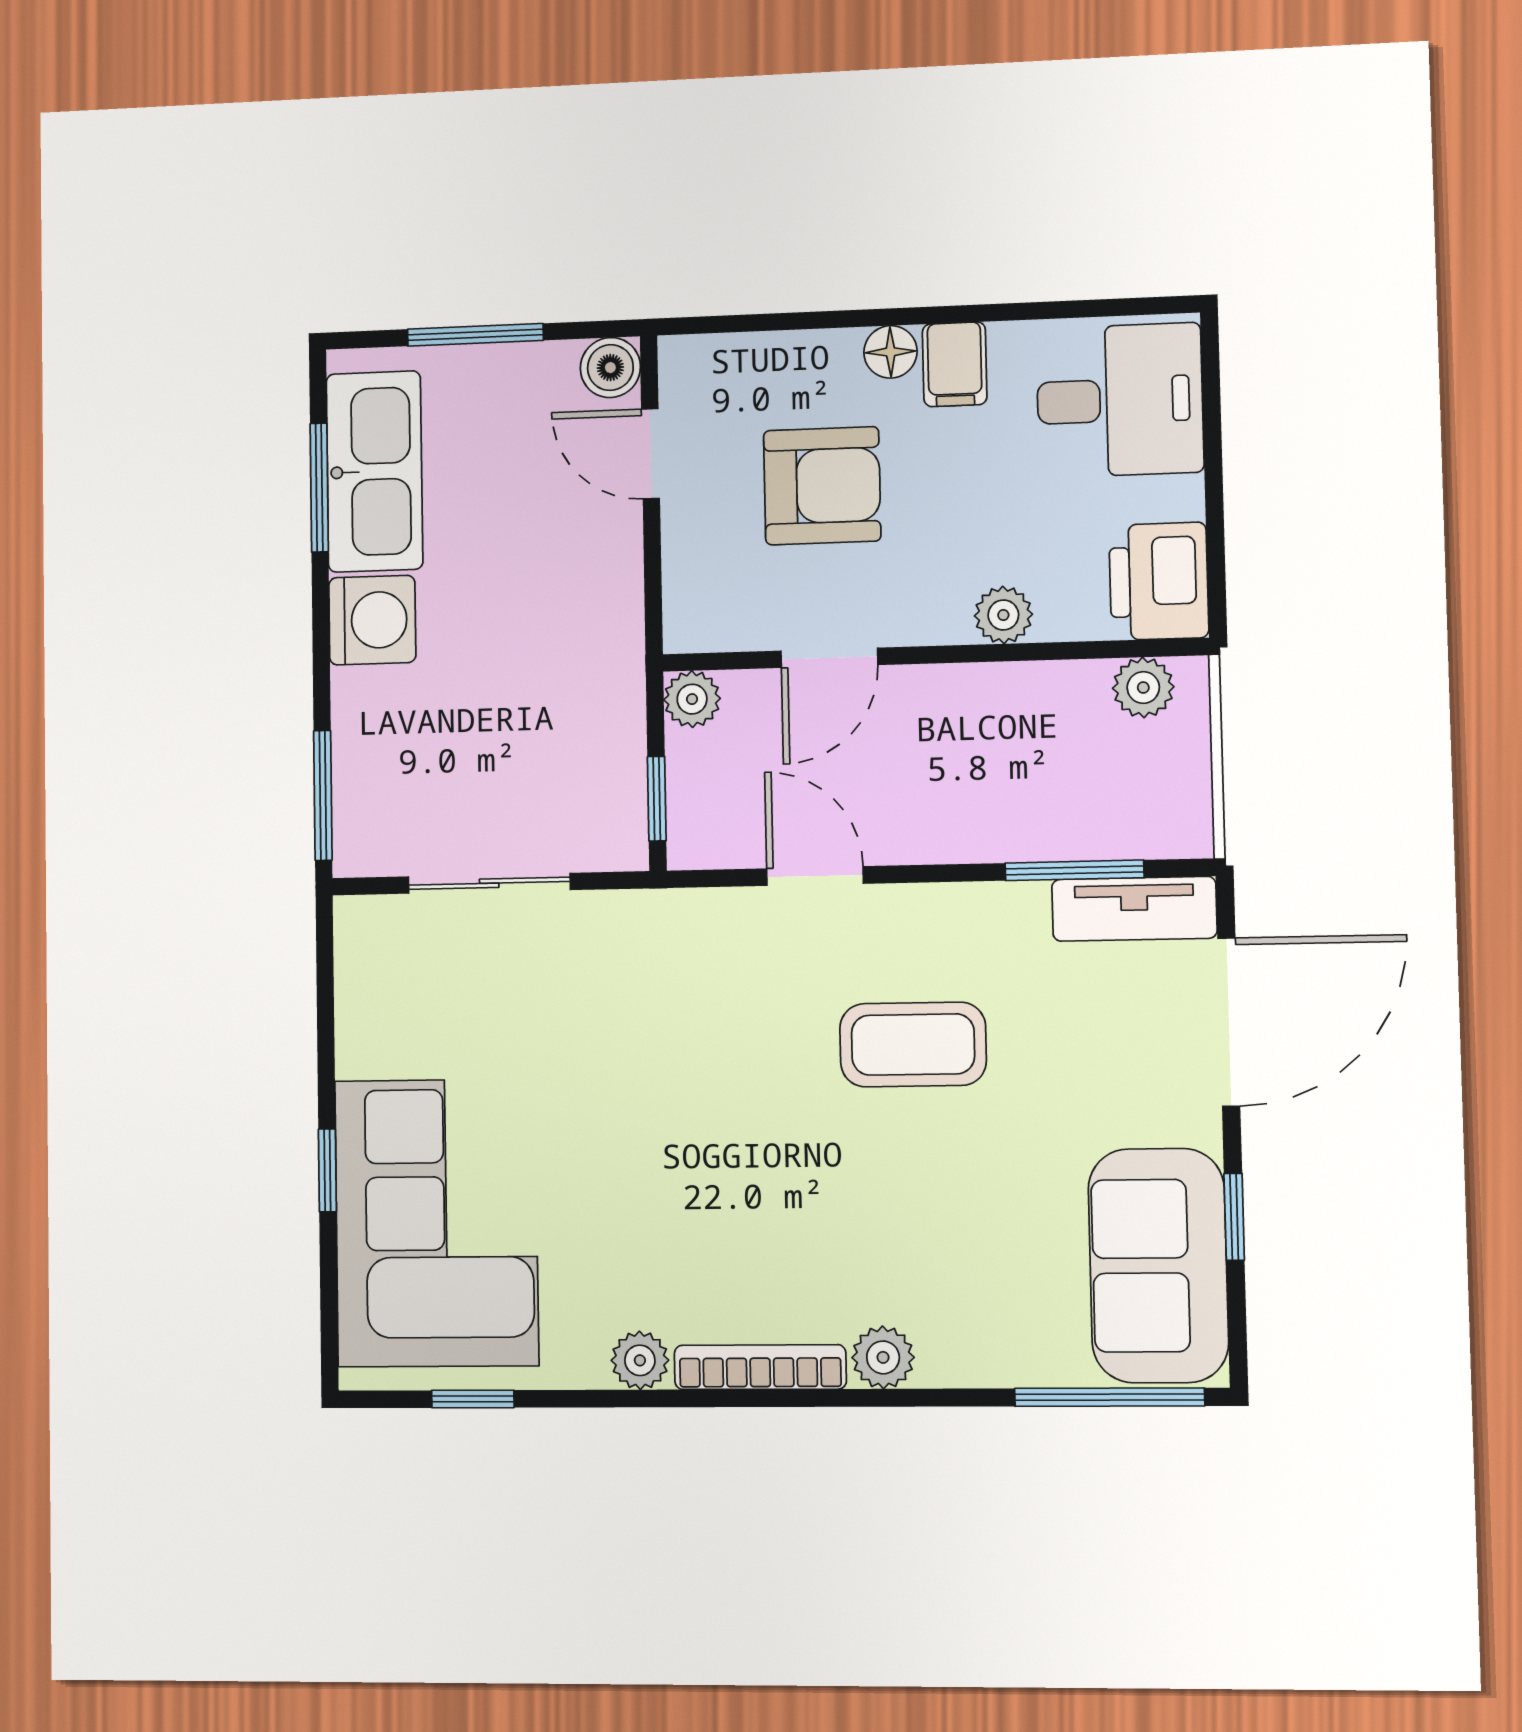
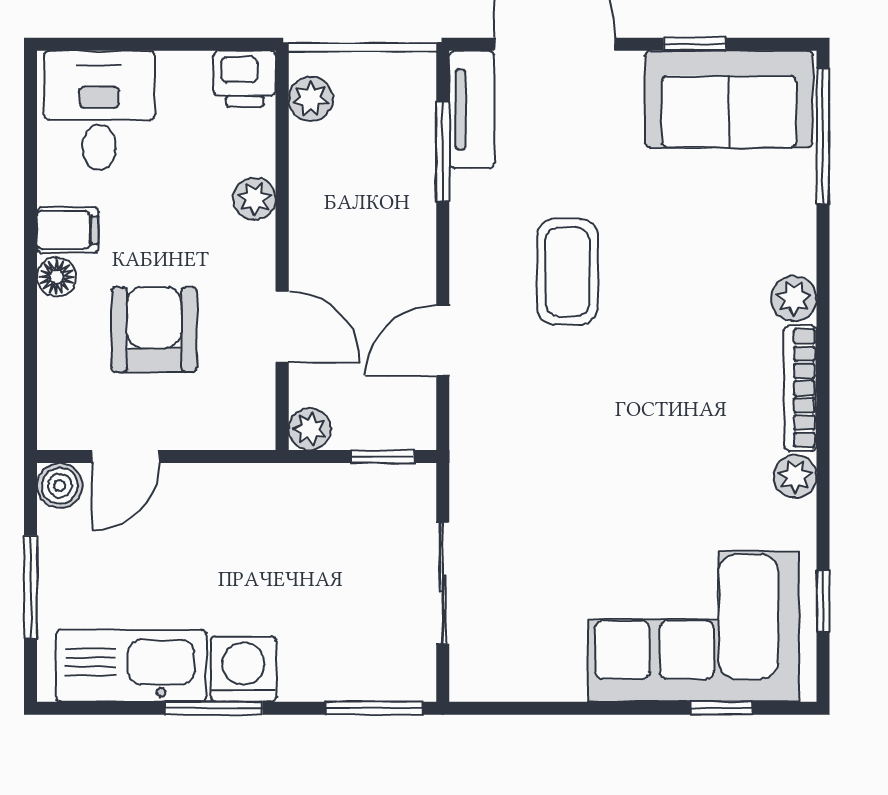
window: (319, 488) -> (213, 708), moved
printer: (1159, 581) -> (245, 79), width x0.73, depth x0.81
window: (327, 1170) -> (721, 708), moved

